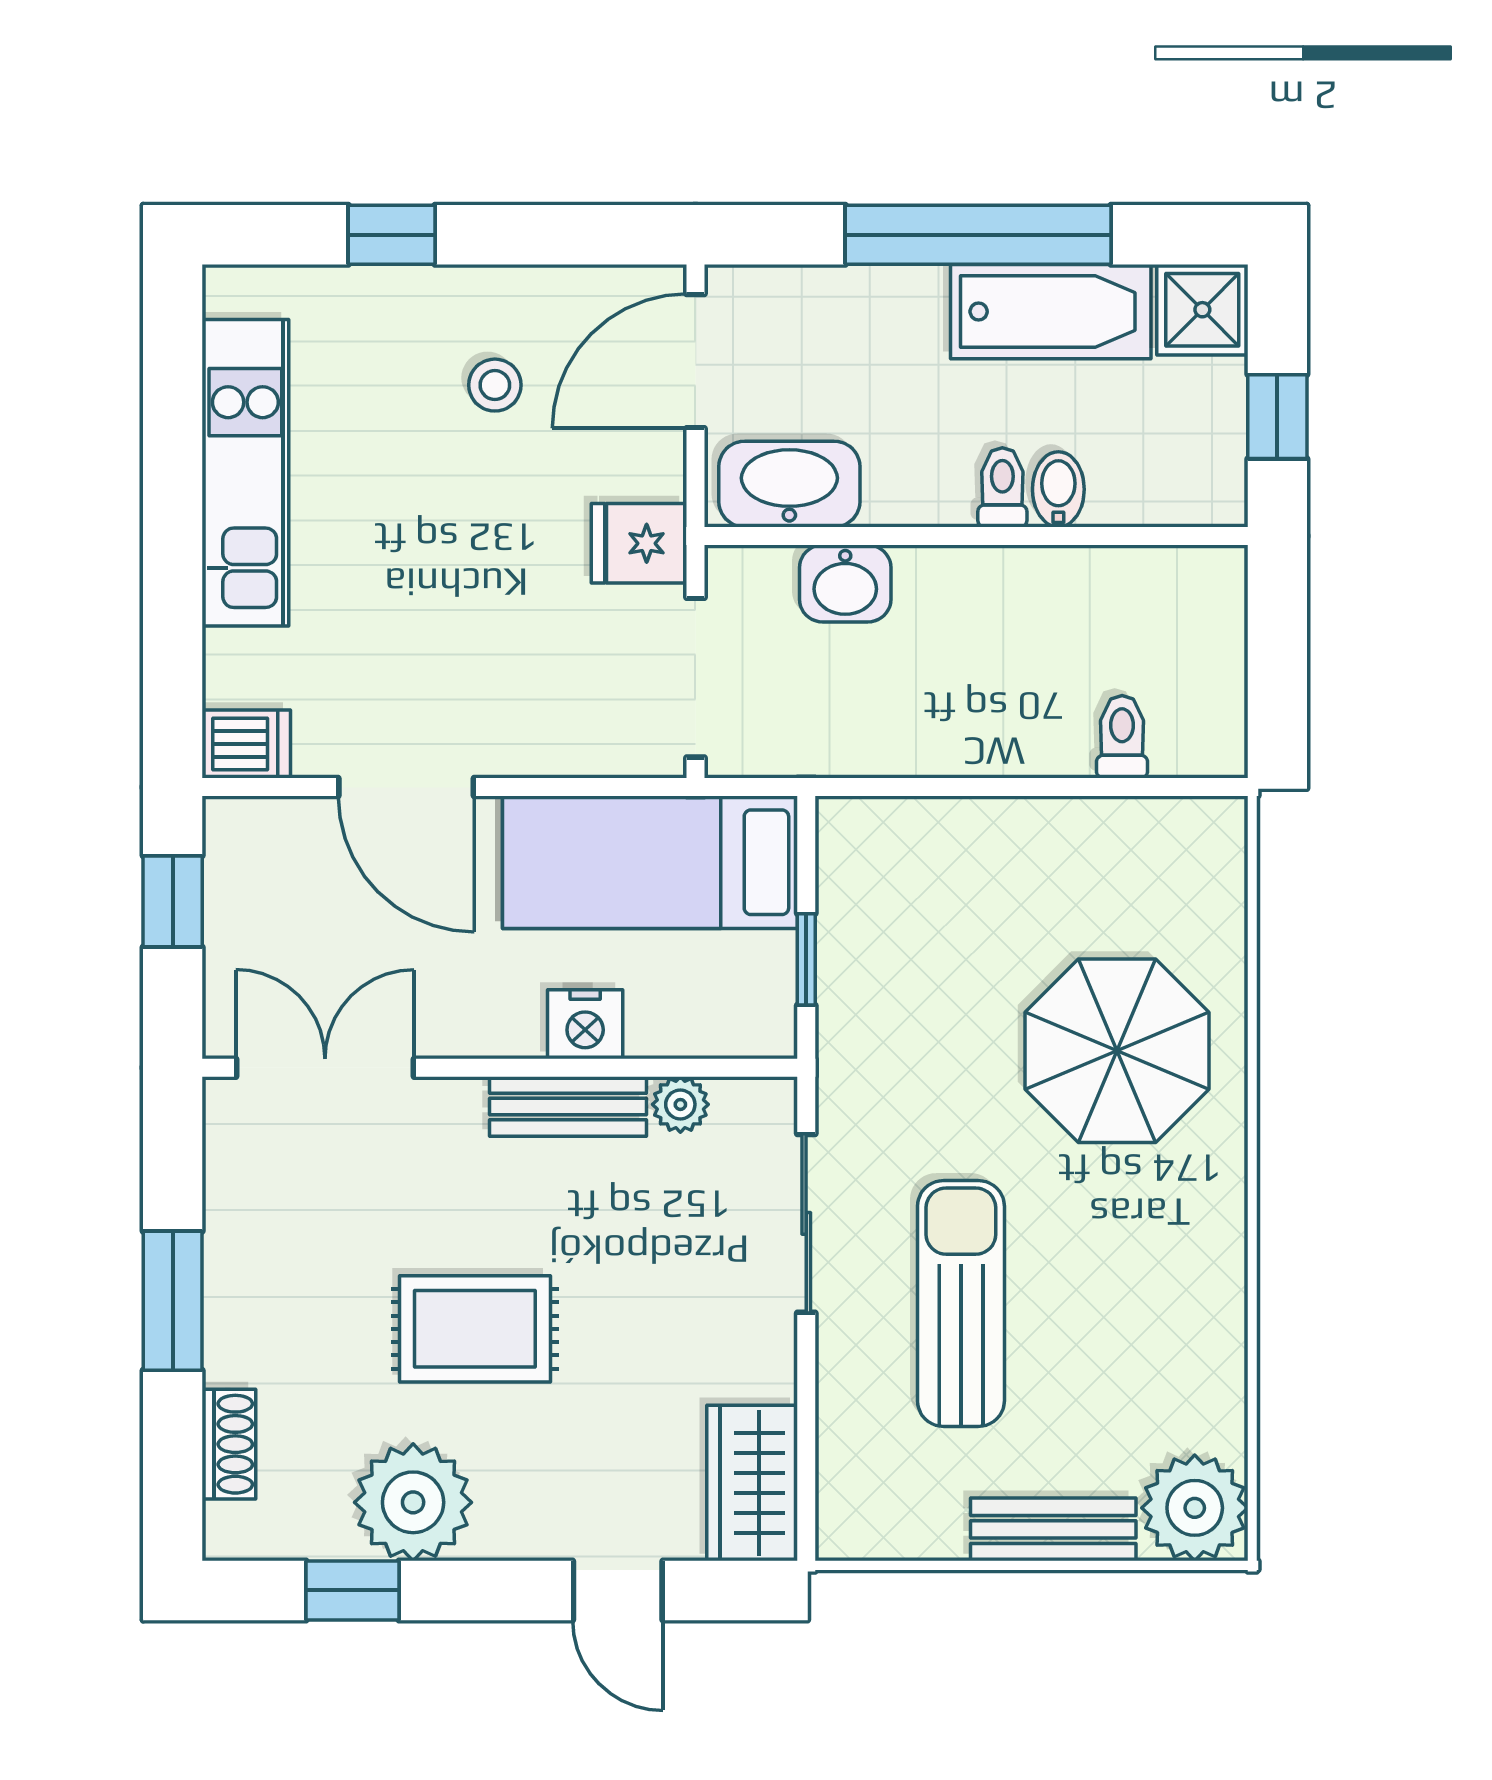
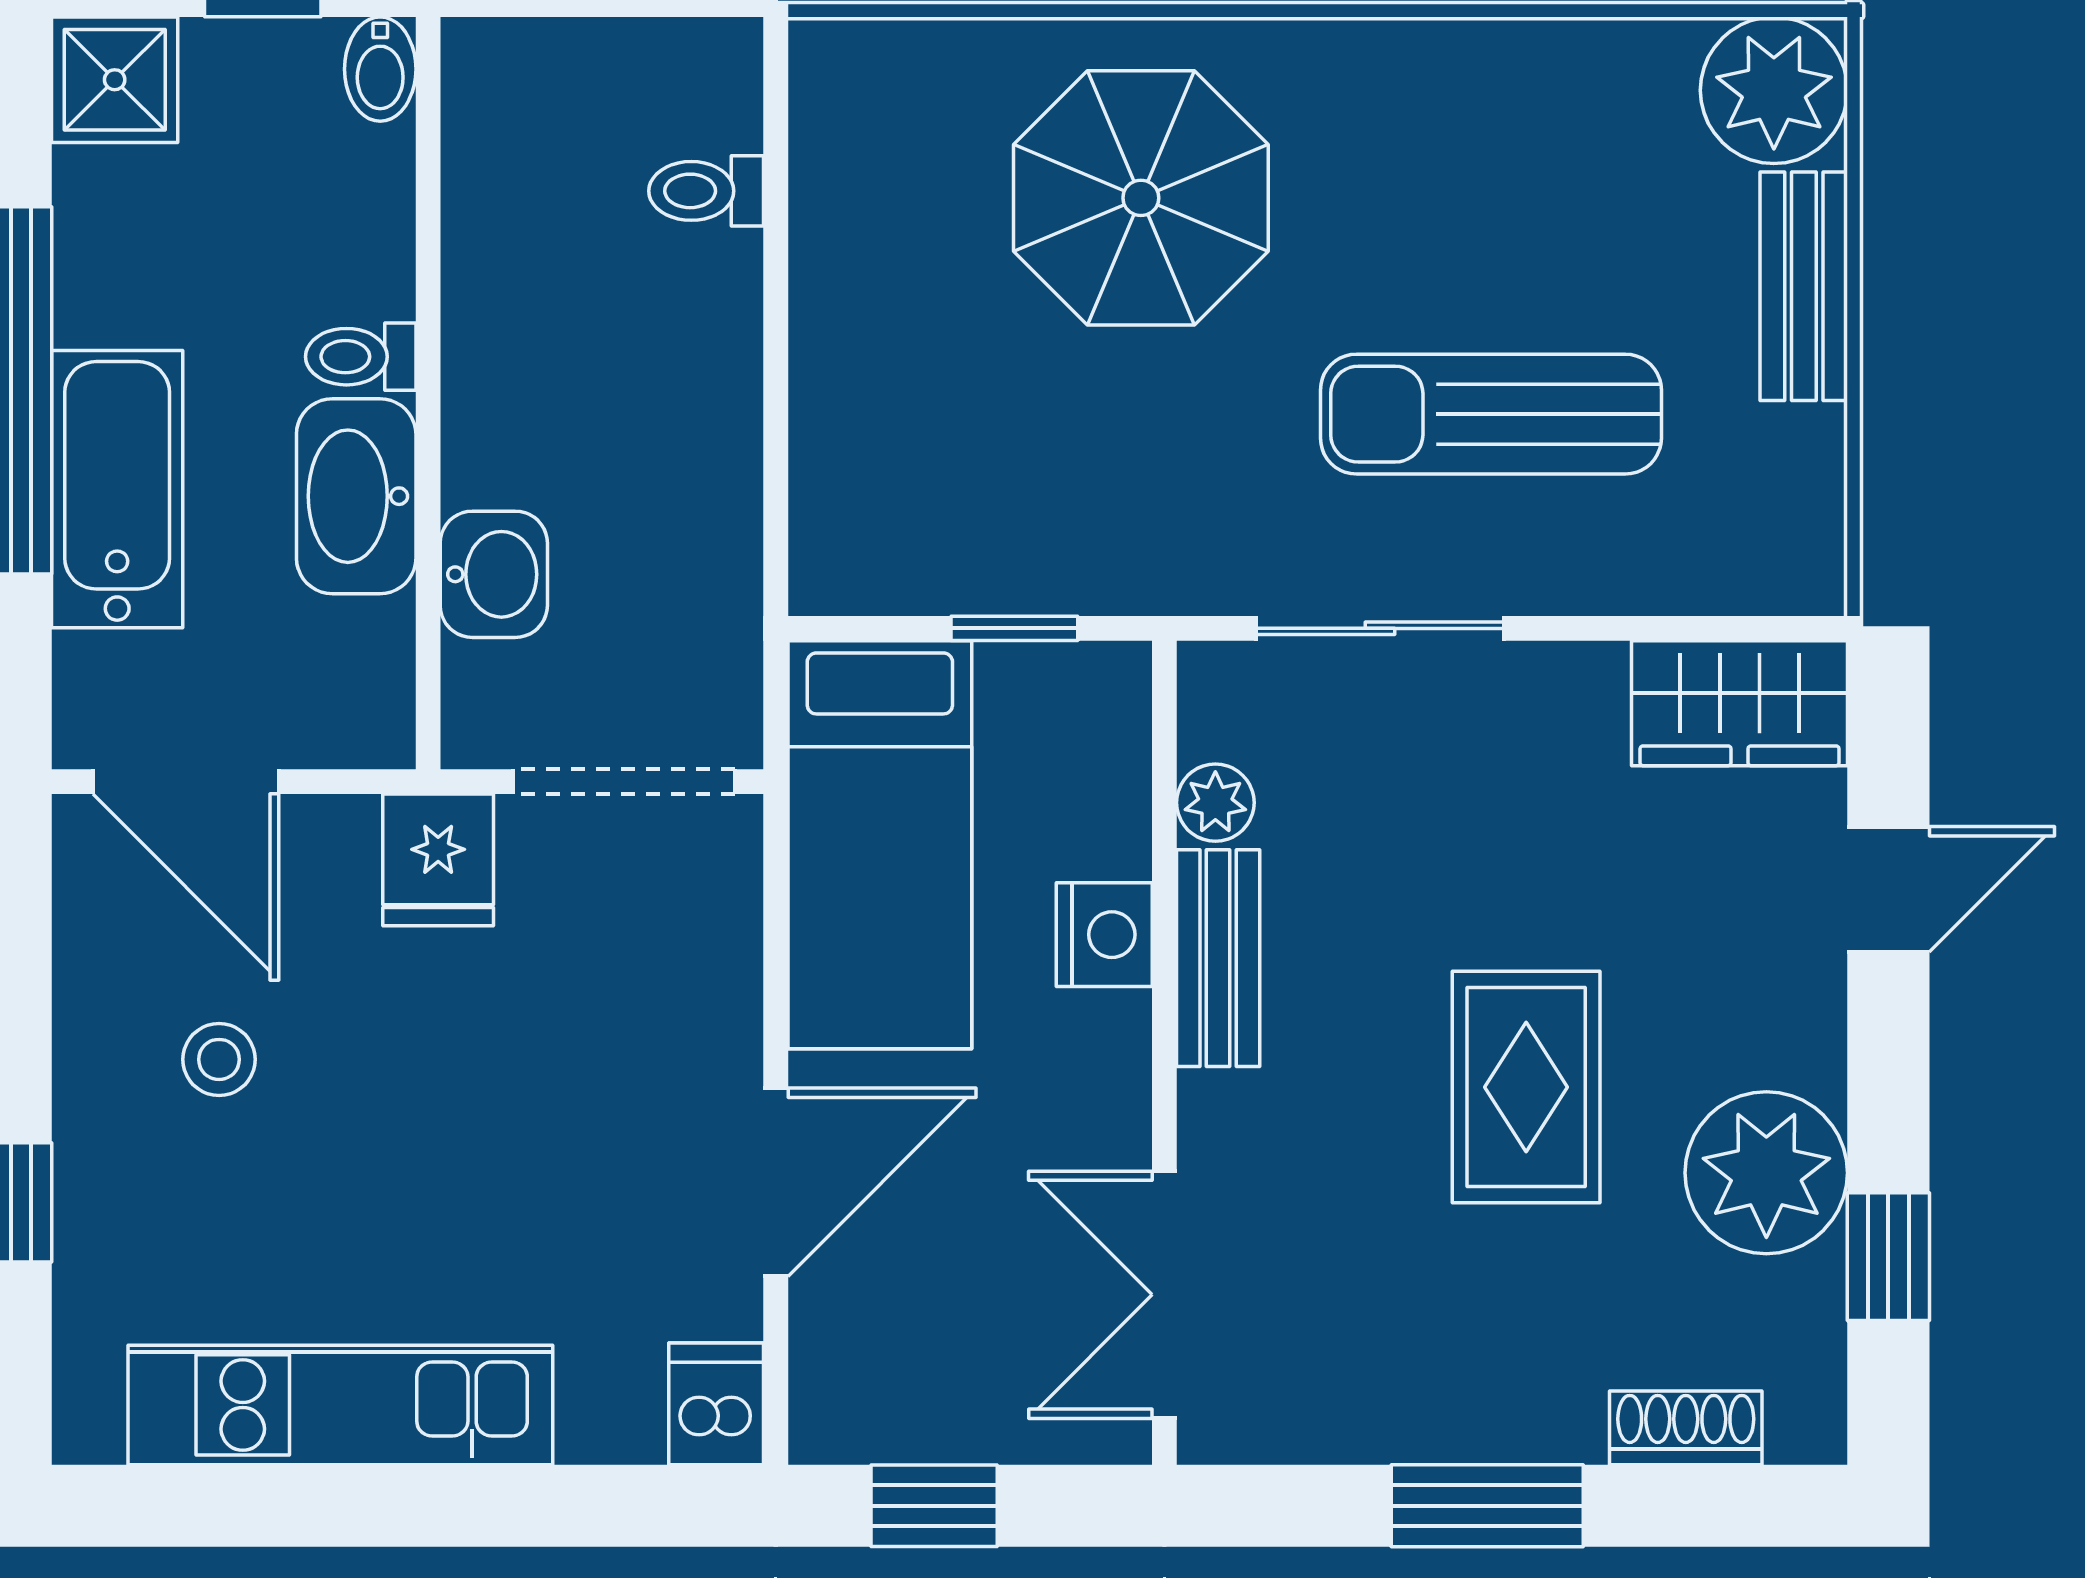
bathtub: (1051, 312) -> (117, 489), moved
washbasin: (789, 484) -> (356, 496), moved
bidet: (1058, 489) -> (380, 69), moved, turned -90

